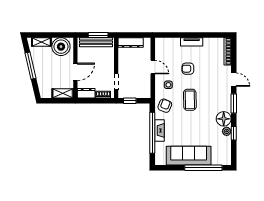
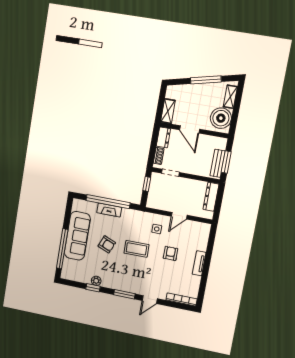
bench: (96, 42) -> (218, 163), width x0.73
armchair: (165, 106) -> (107, 244), moved
floor lamp: (224, 119) -> (110, 281), removed

